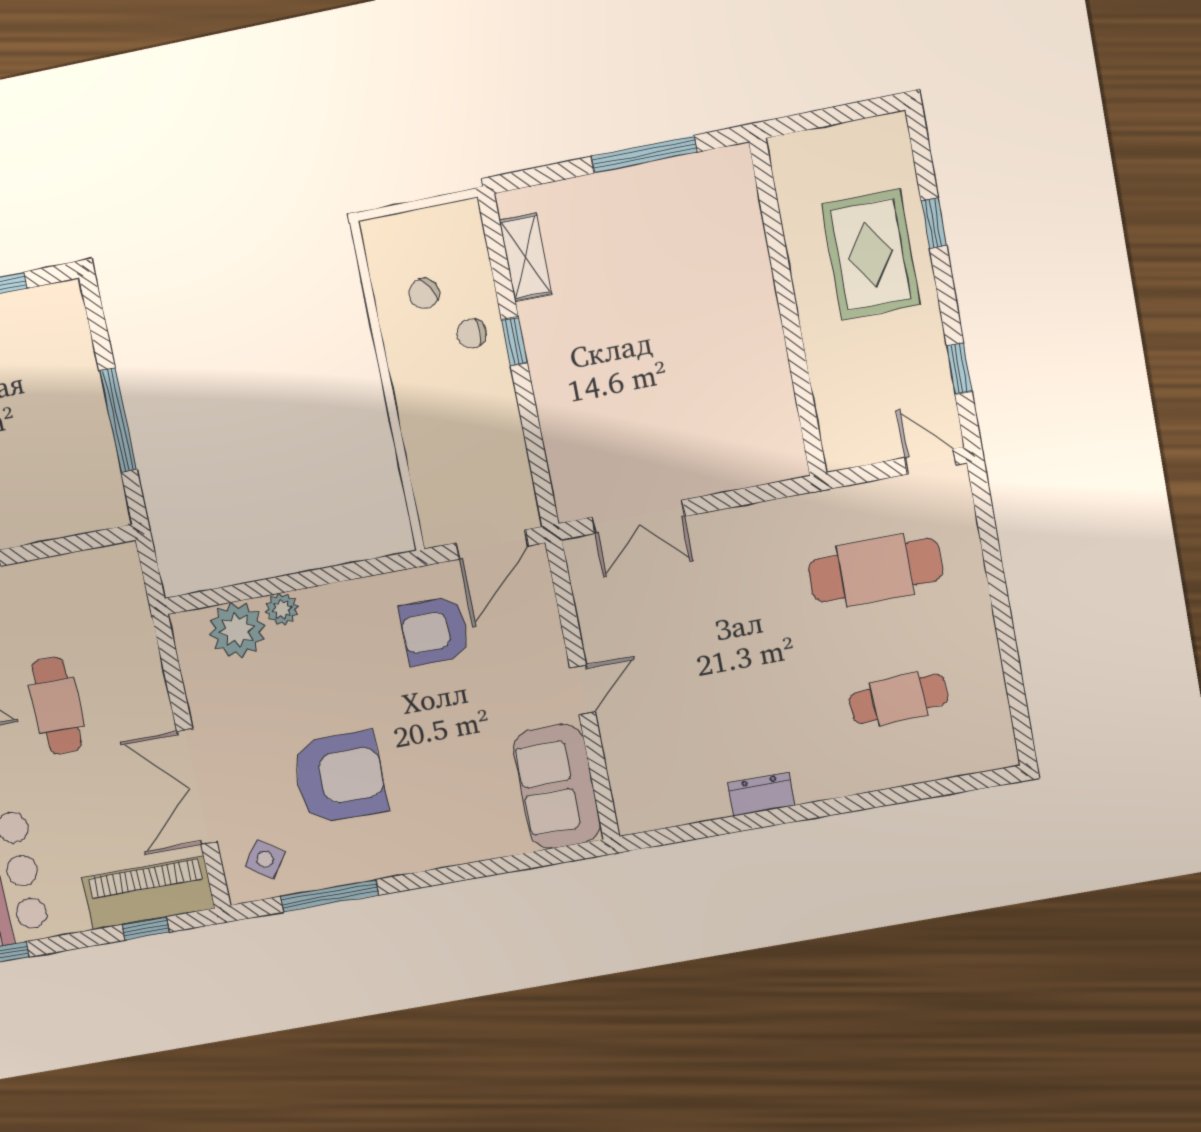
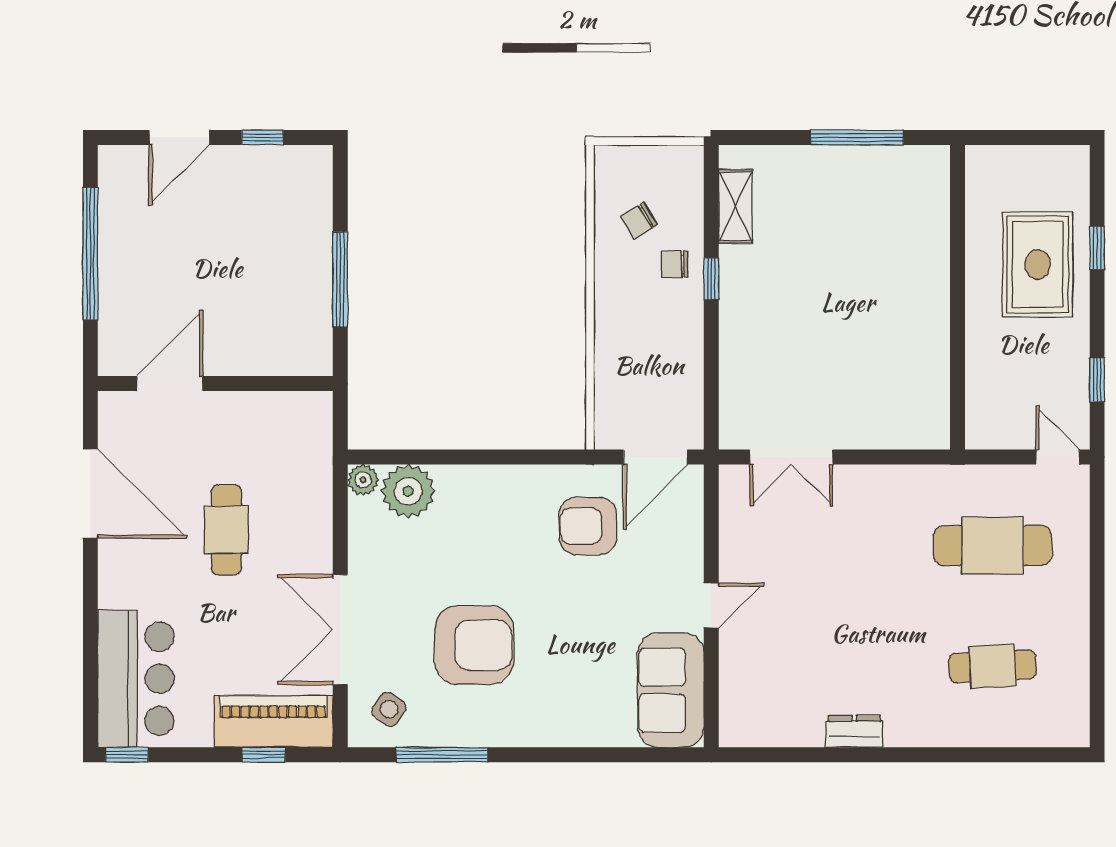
plant: (282, 609) -> (363, 480), moved

